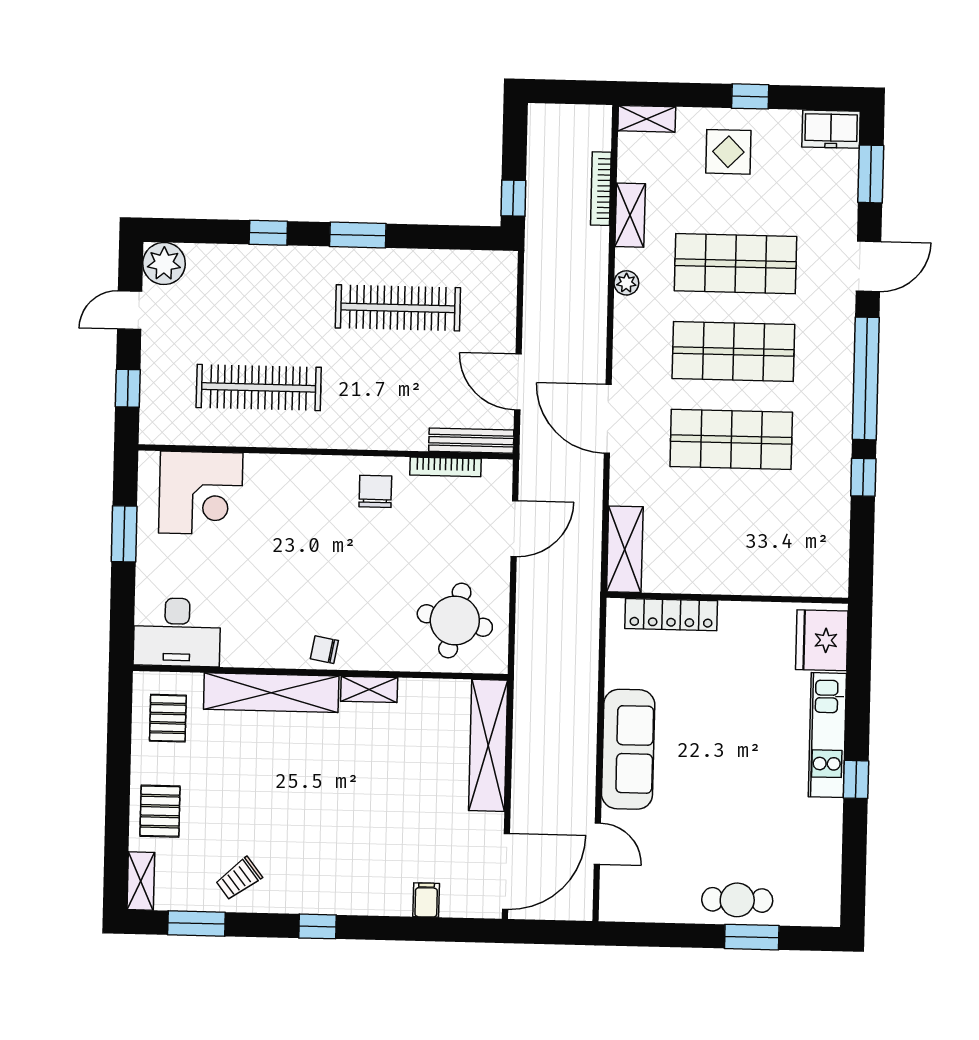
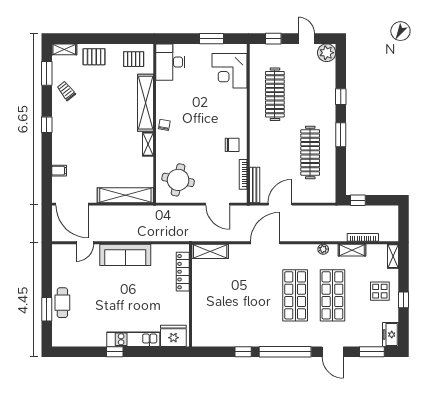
shop shelf: (731, 439) -> (258, 295), removed

